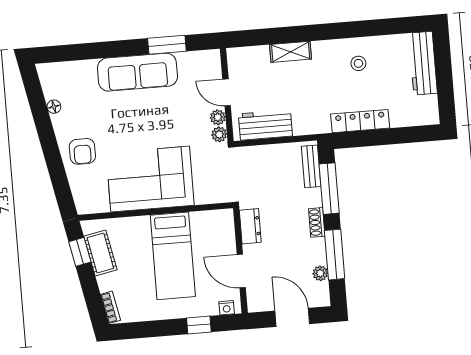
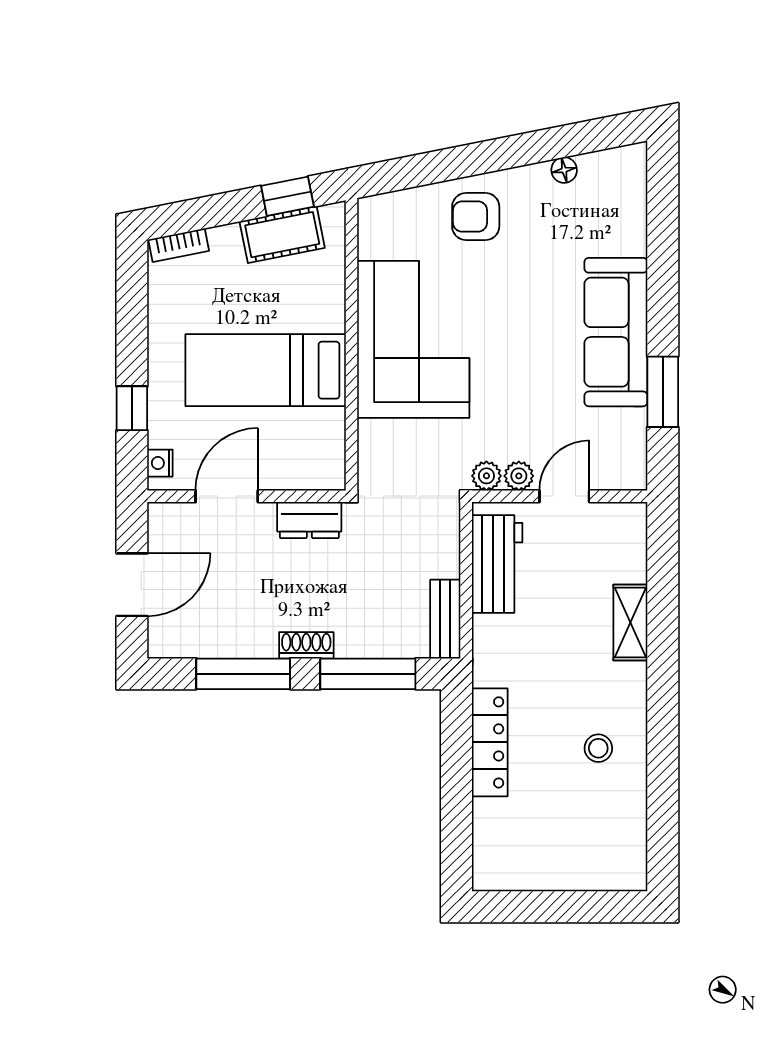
workbench: (423, 63) -> (589, 869), removed
bench: (311, 166) -> (445, 619), moved, turned 90
plant: (320, 273) -> (210, 644), removed

